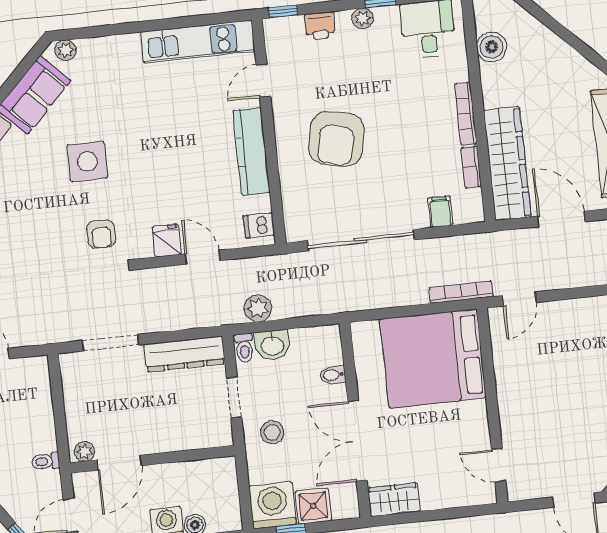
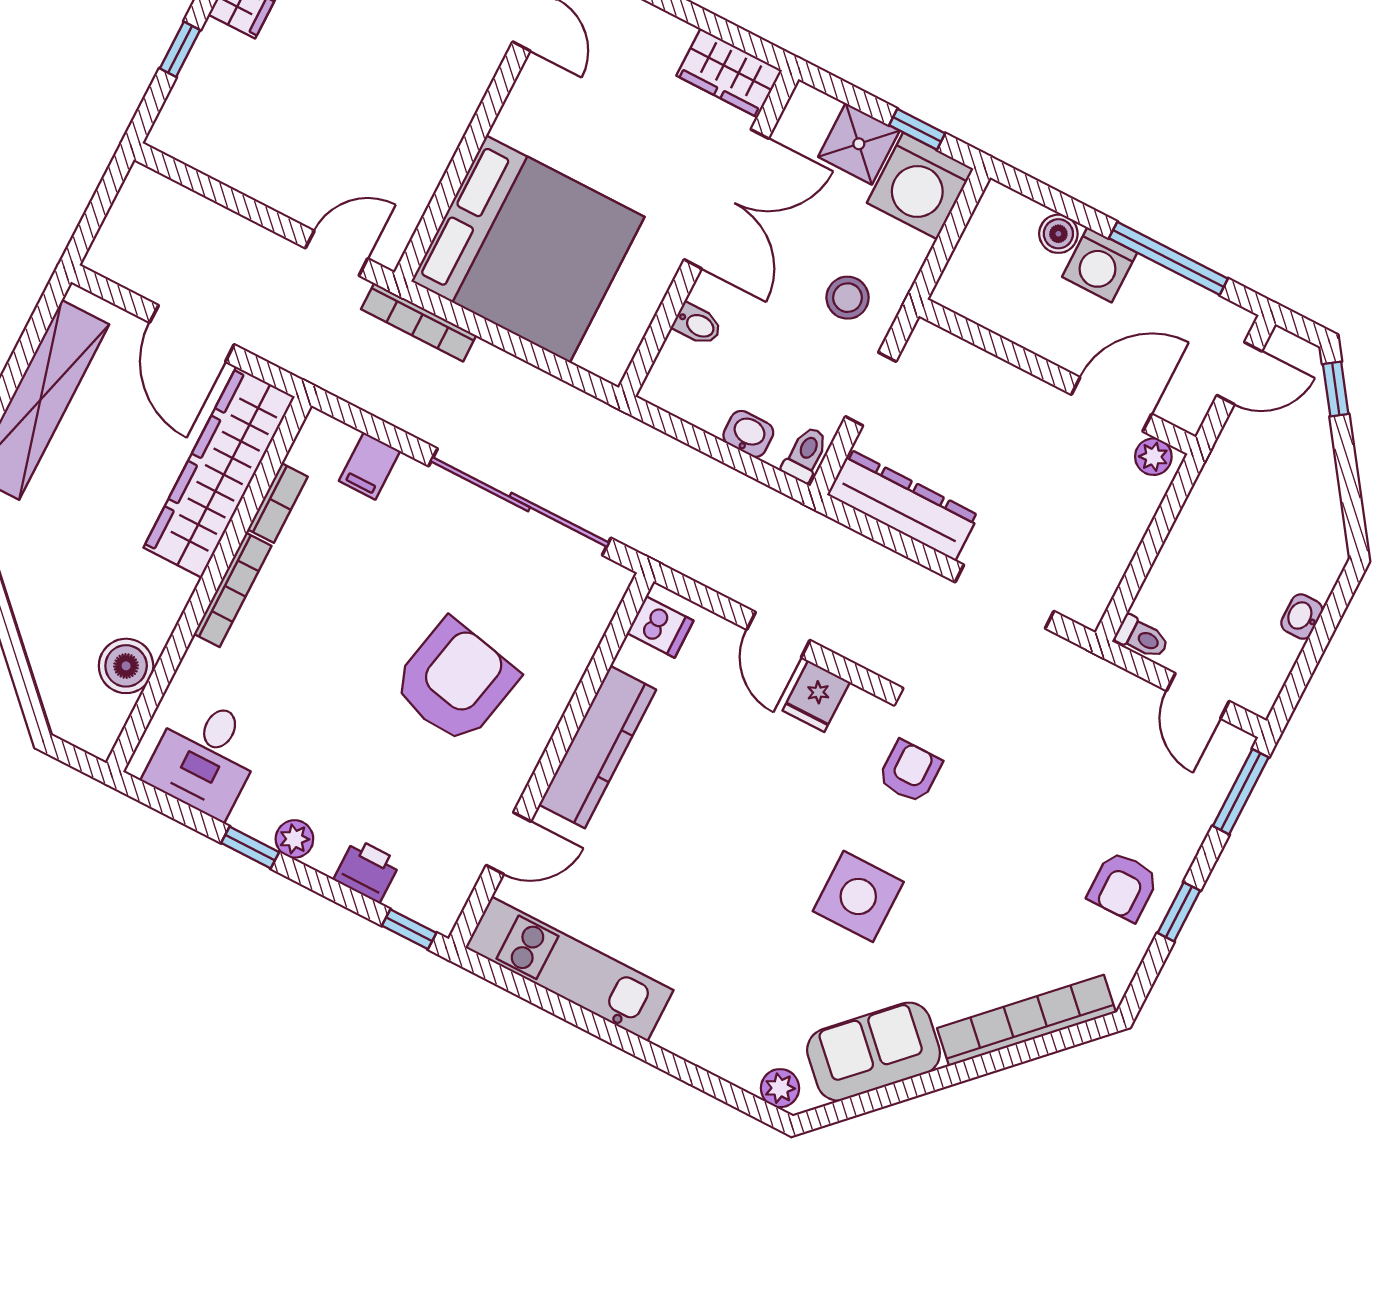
plant: (258, 308) -> (745, 501), removed
washbasin: (272, 345) -> (748, 434), width x0.72, depth x0.69
toilet: (46, 461) -> (1142, 637), moved

